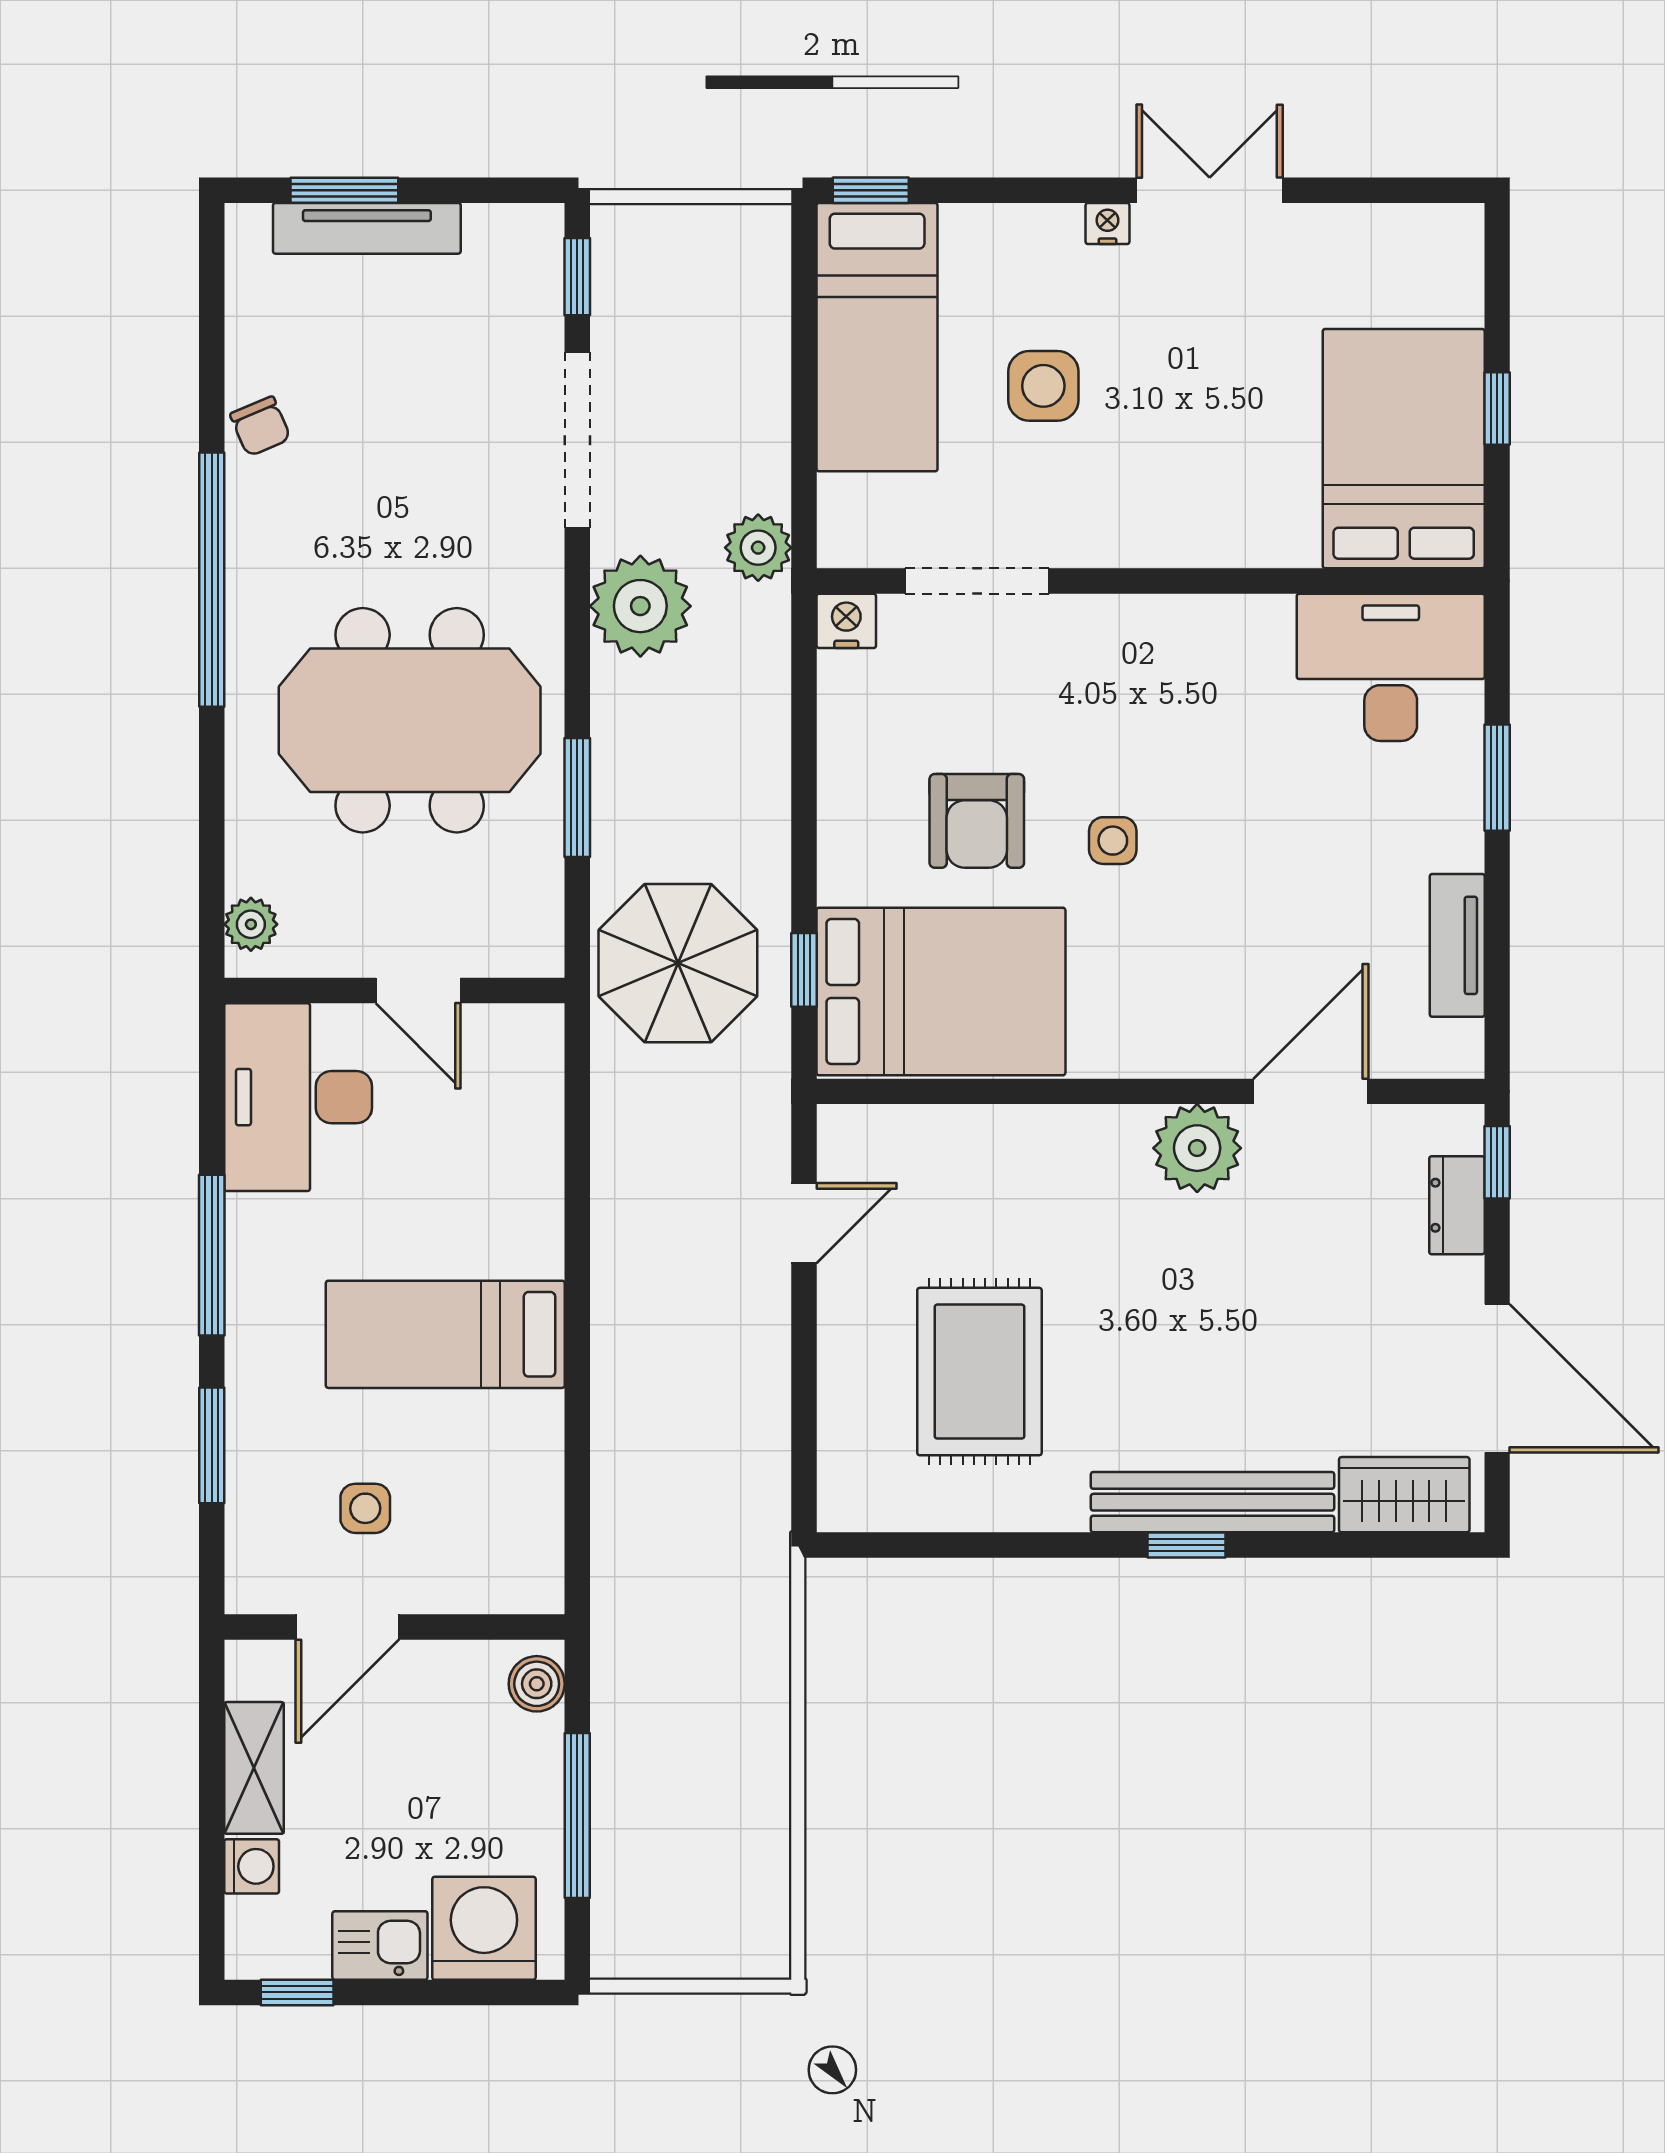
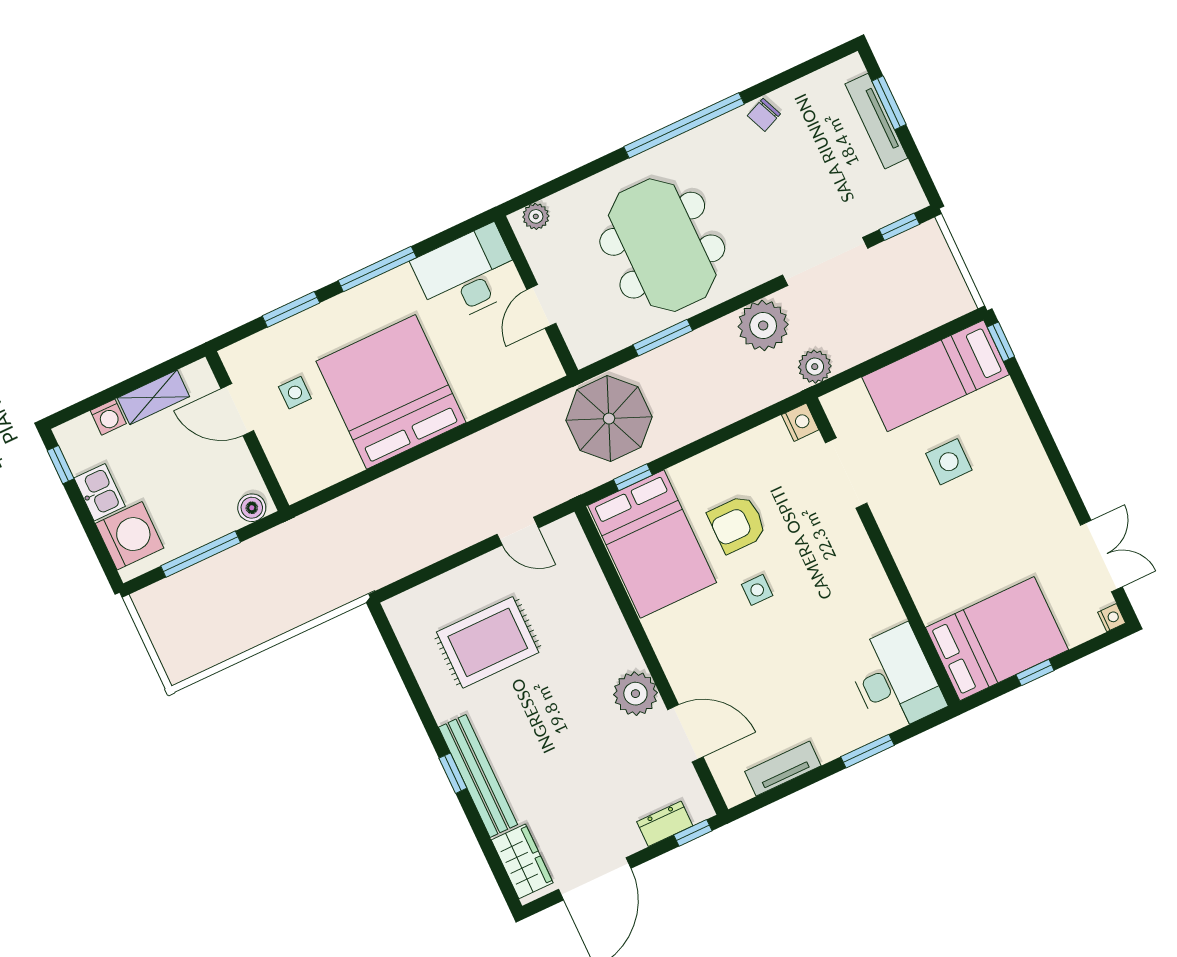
double door: (1210, 190) -> (1101, 556), moved
nightstand: (1107, 224) -> (1112, 618), moved
bed: (445, 1334) -> (391, 392), width x2.04

